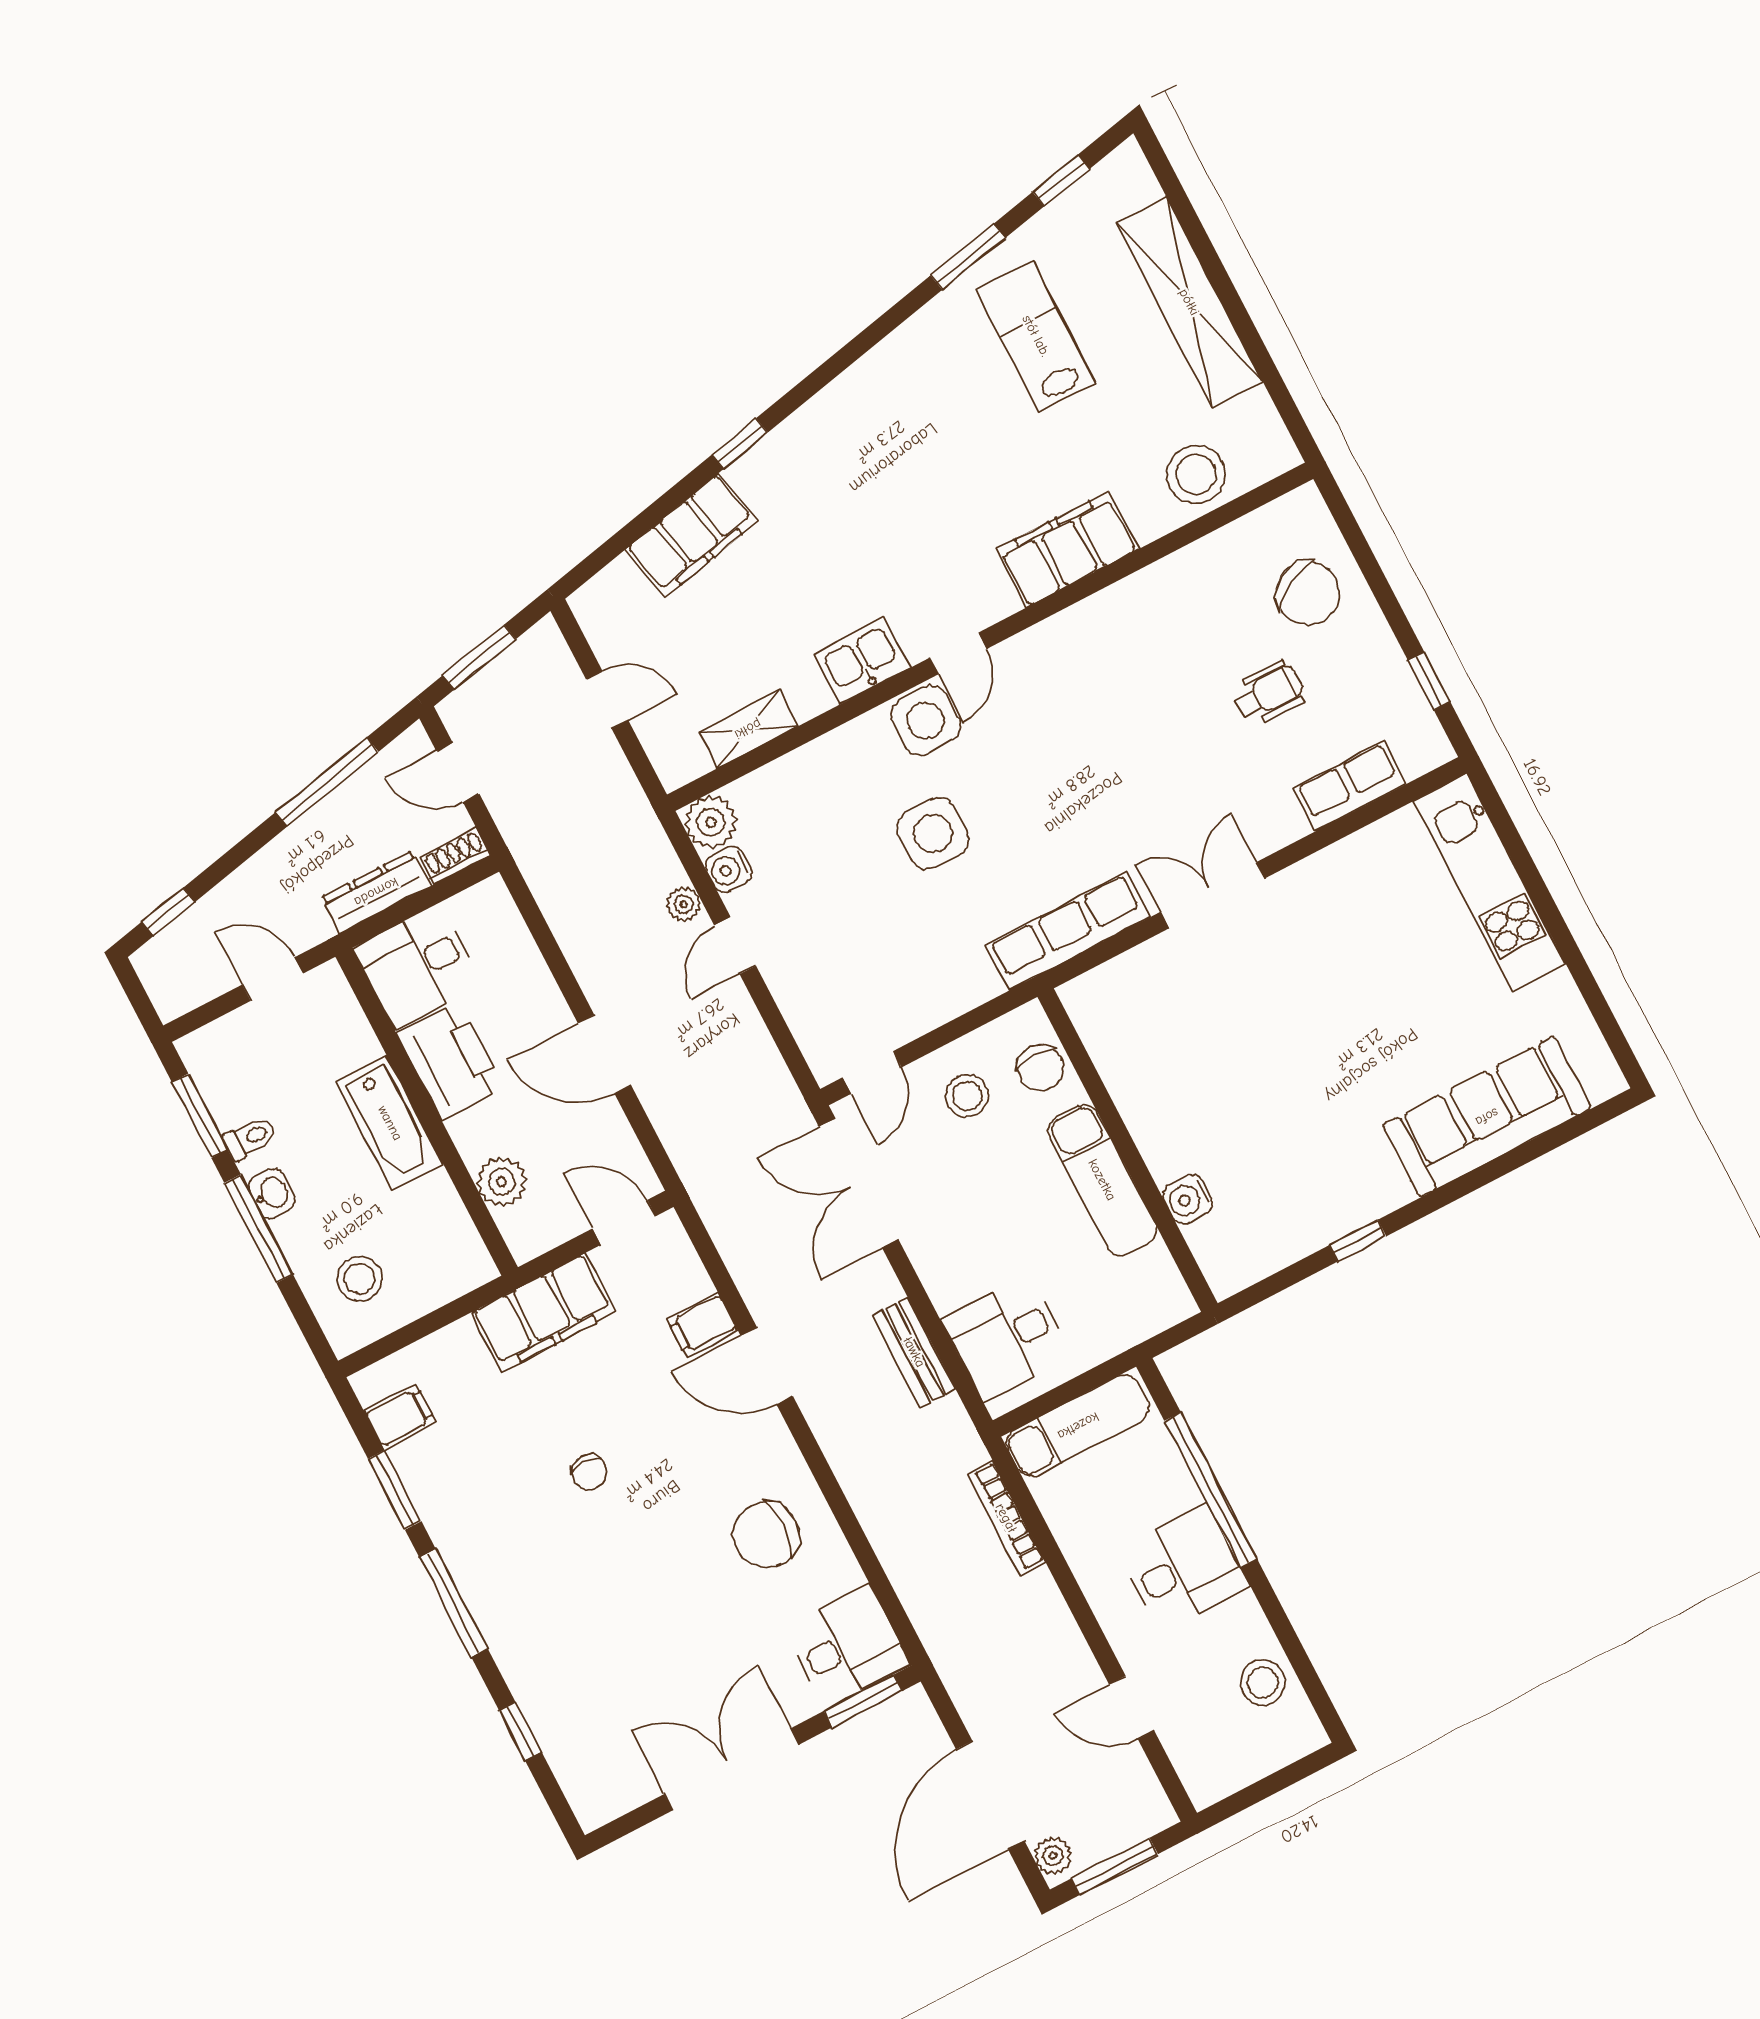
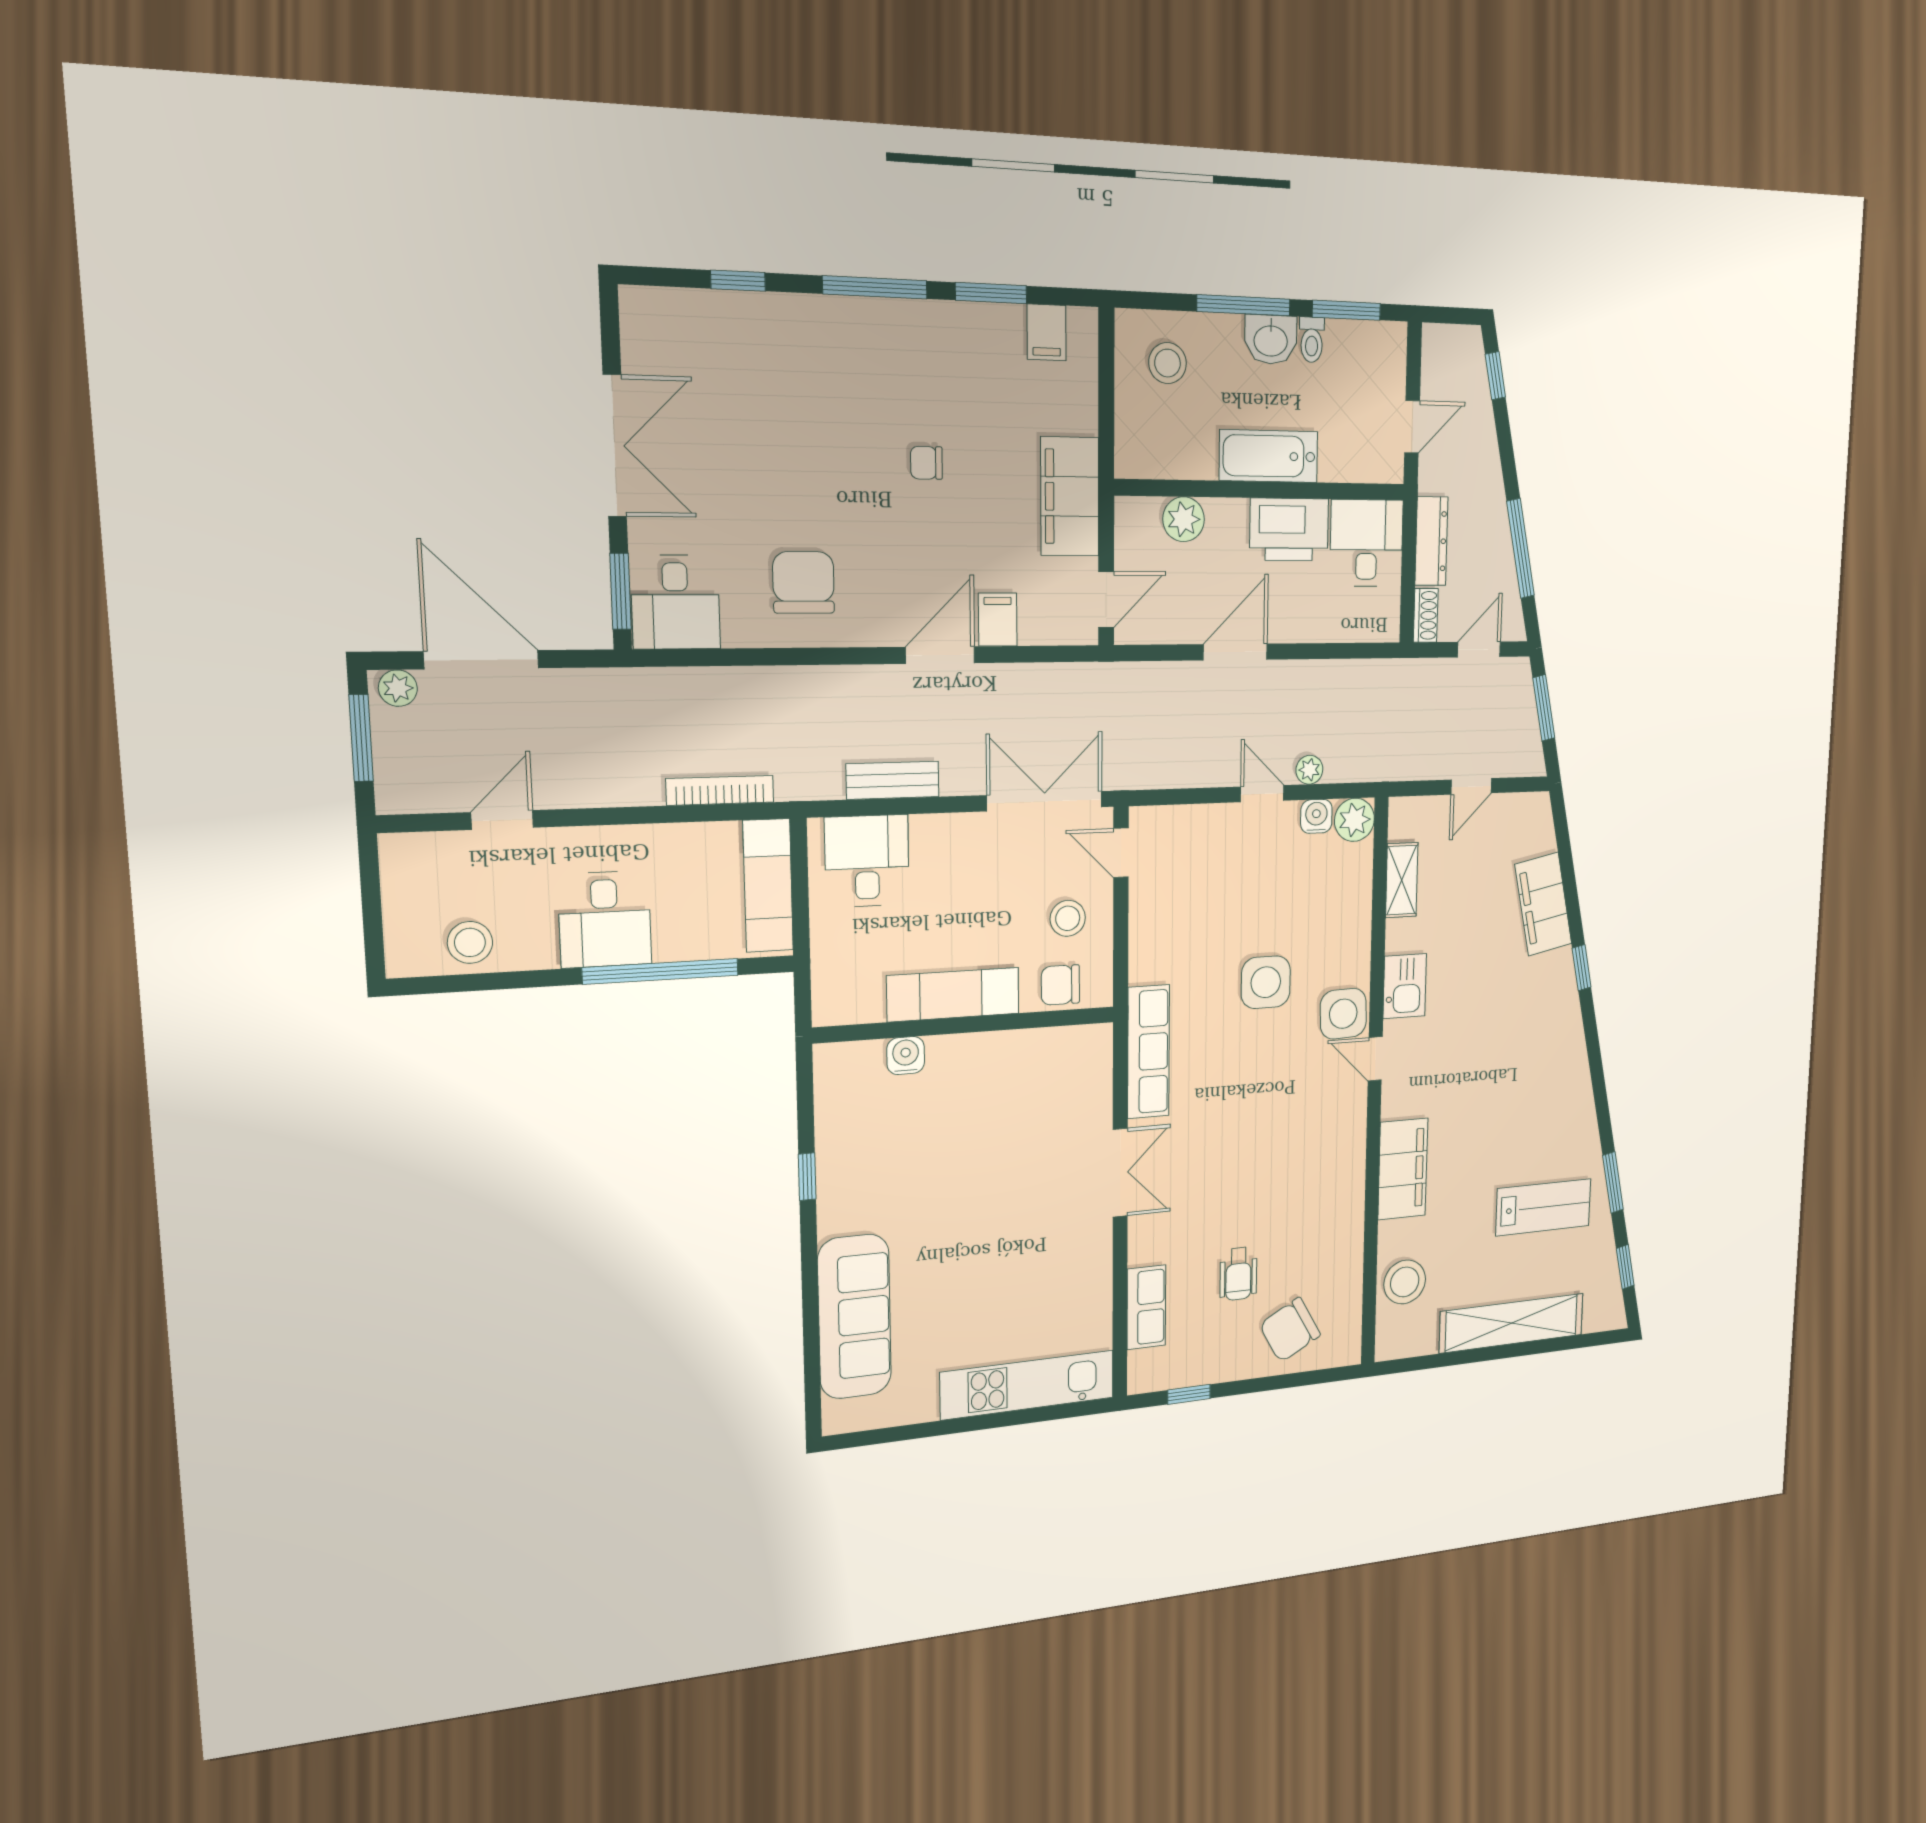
washbasin: (272, 1194) -> (1271, 340), width x1.38, depth x1.45

